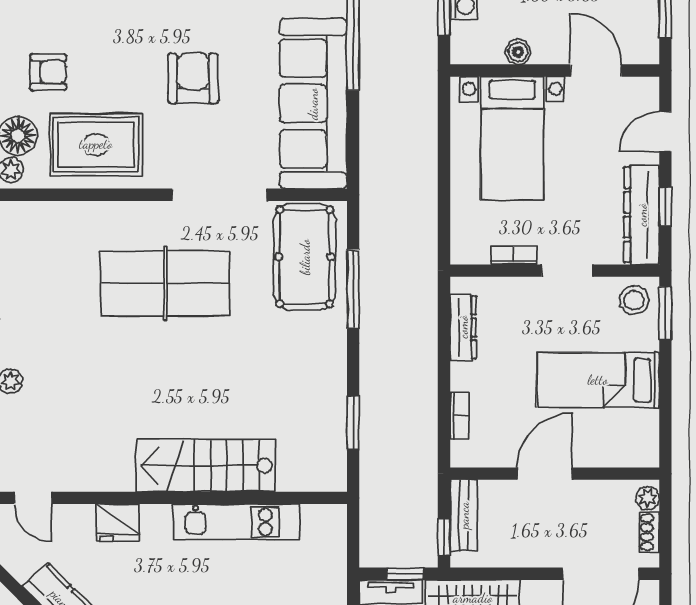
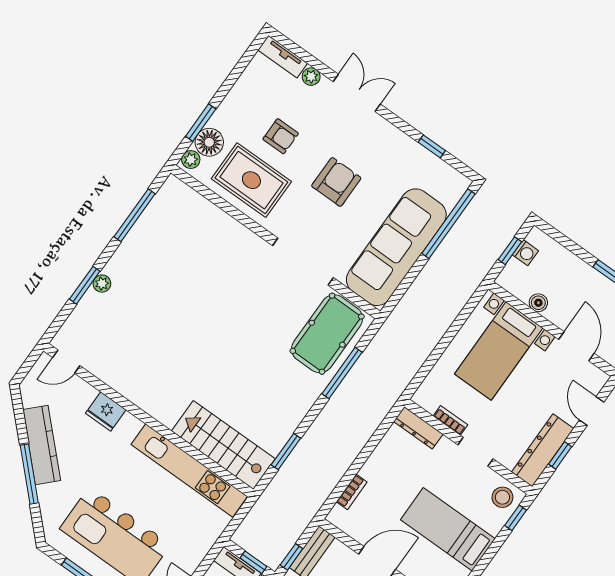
armchair: (48, 72) -> (281, 136), moved
door: (665, 131) -> (592, 411), hinge flipped
table tennis table: (165, 283) -> (234, 291), removed
window: (665, 313) -> (516, 518), width x0.67
dresser: (463, 327) -> (418, 428), moved, turned 90
stairs: (206, 466) -> (223, 445), moved
door: (33, 498) -> (66, 362), hinge flipped
kitchen unit: (236, 522) -> (189, 470), width x1.36

